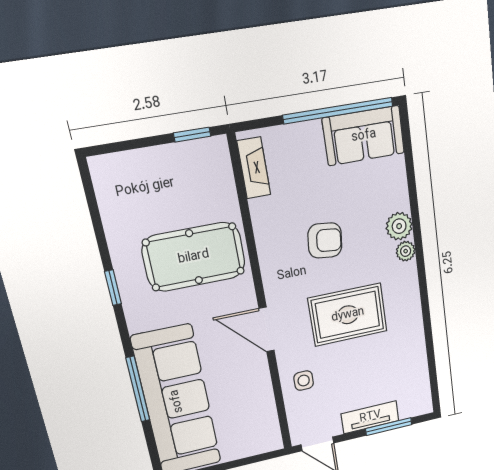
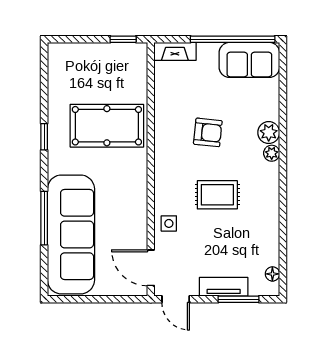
fireplace: (254, 168) -> (175, 51), moved, turned 90
rug: (348, 315) -> (217, 195), width x0.73, depth x0.70
door: (266, 329) -> (151, 268), moved
side table: (304, 381) -> (169, 223), moved
floor lamp: (423, 390) -> (272, 274), added

